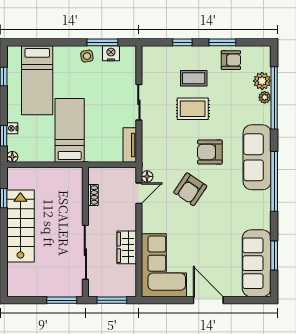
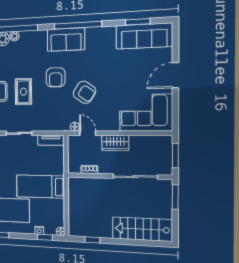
sofa: (257, 157) -> (66, 40), width x0.73
stairs: (20, 226) -> (142, 229), moved
wardrobe: (127, 247) -> (115, 143), moved

